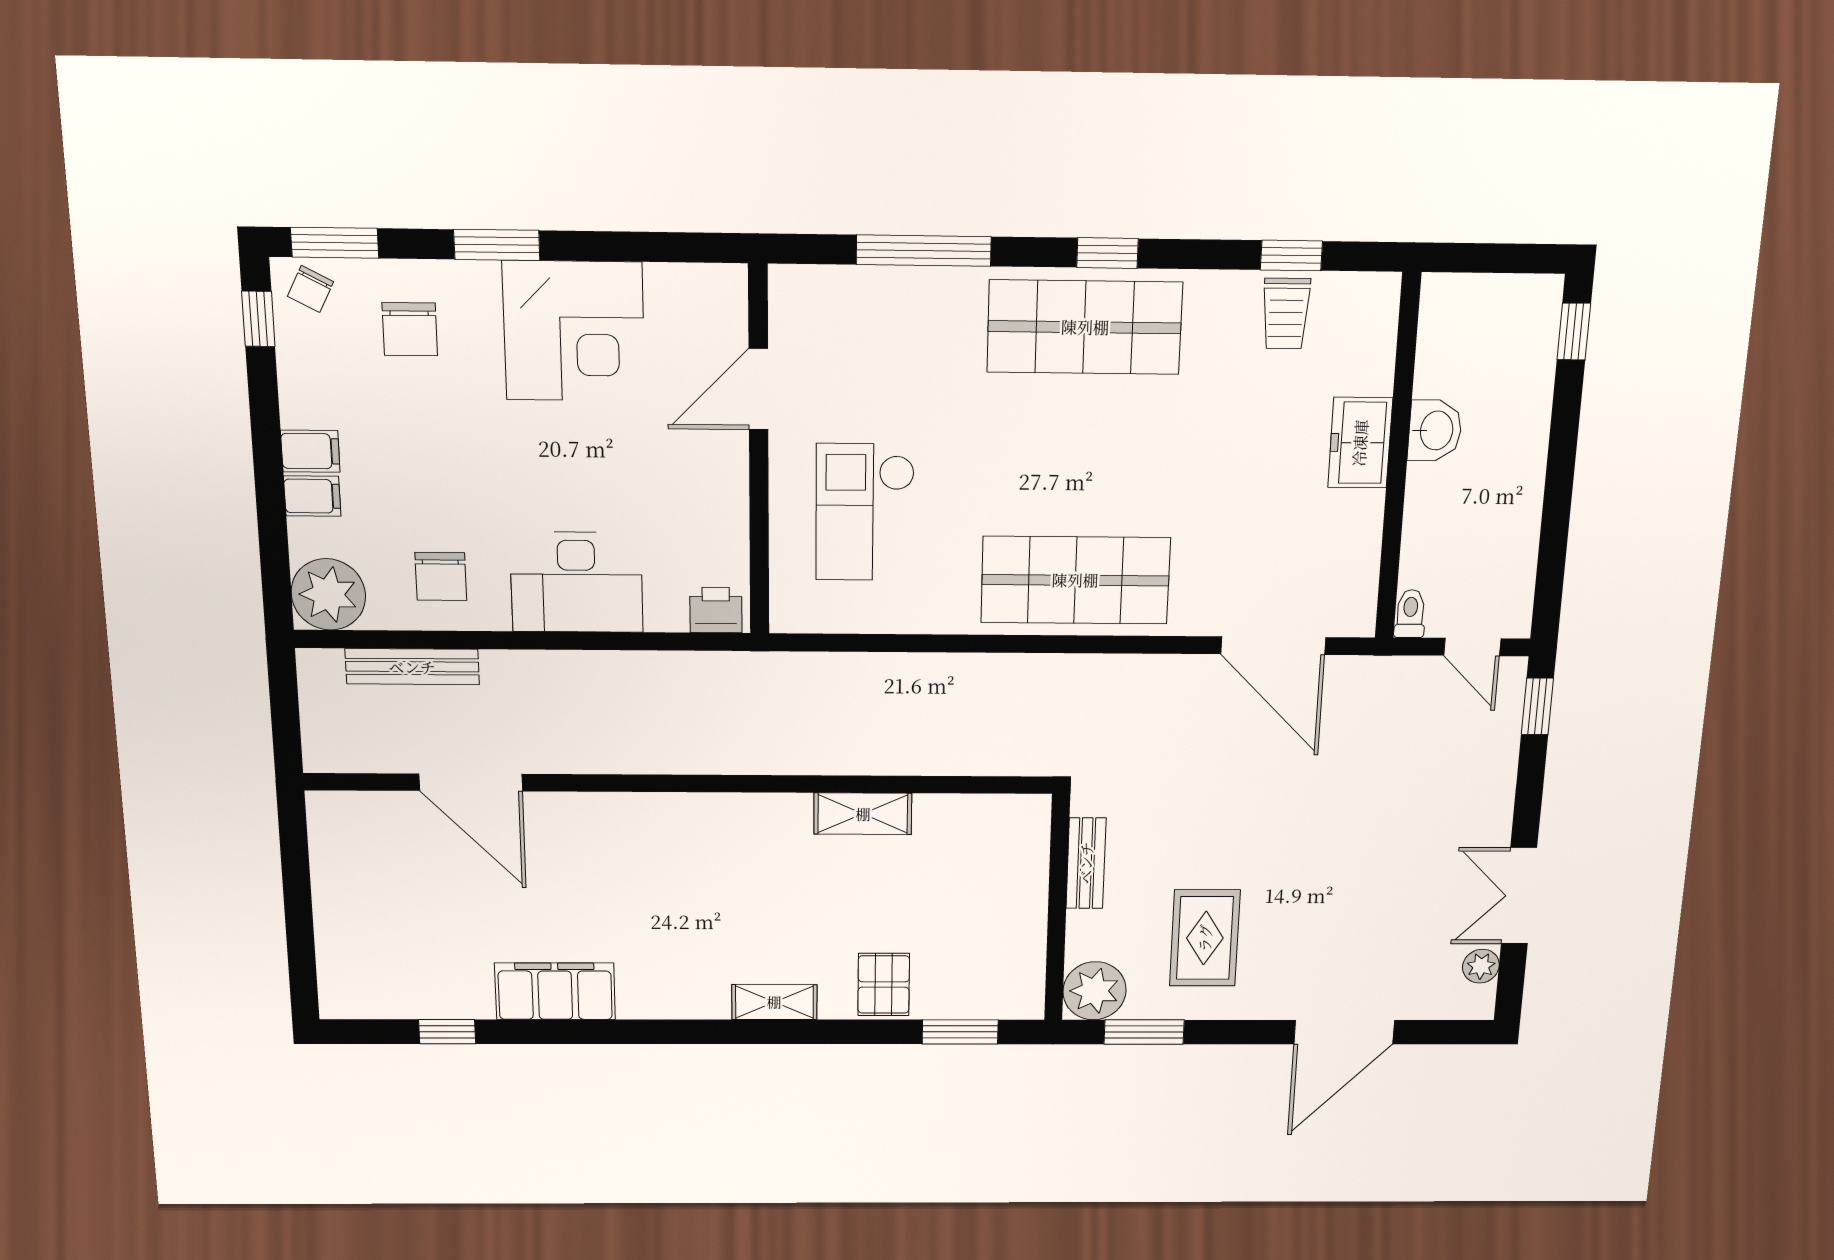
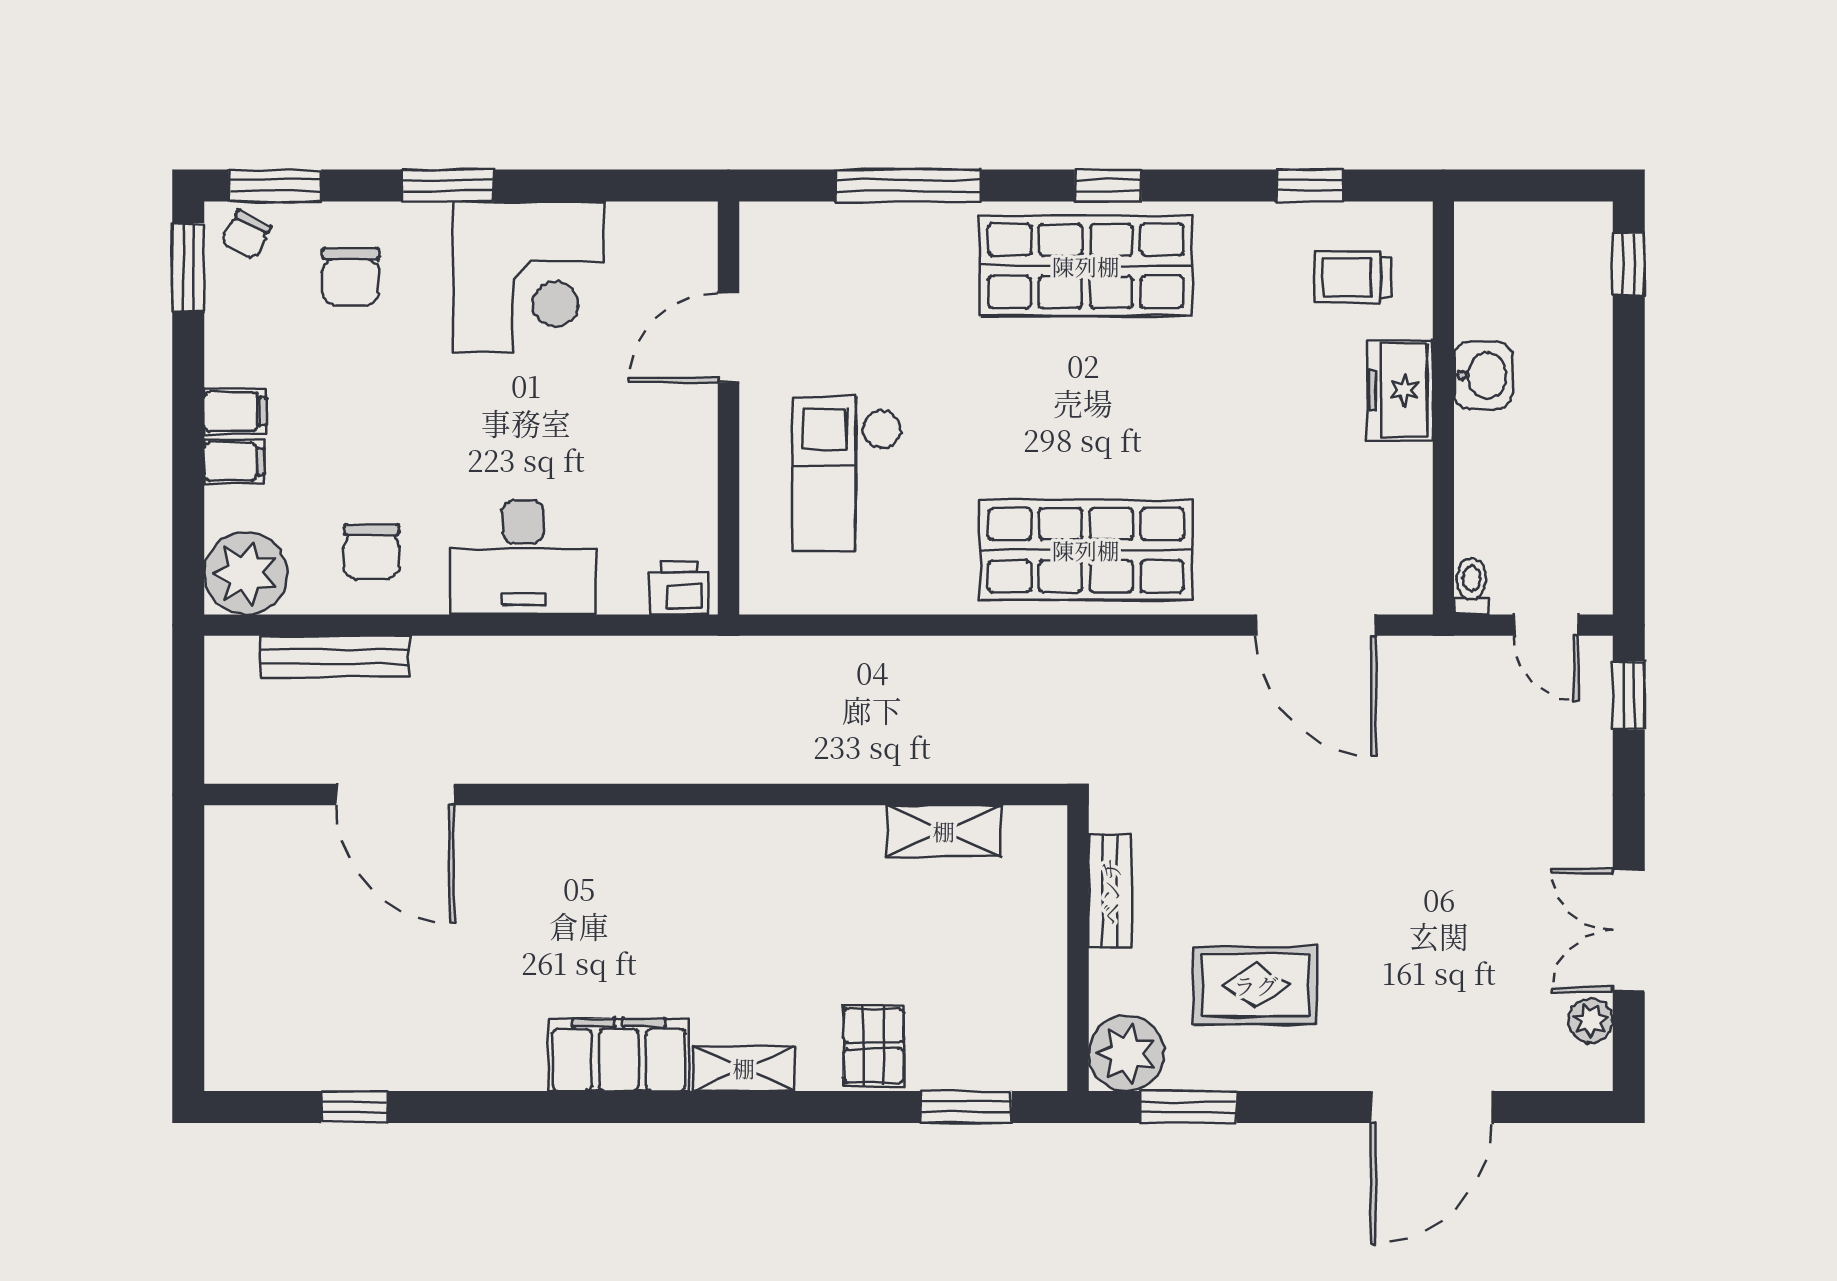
trolley: (1286, 313) -> (1353, 277), moved, turned 90
window: (258, 319) -> (188, 268), width x1.50
shelving: (863, 814) -> (944, 831), moved
rug: (1205, 938) -> (1256, 985), turned 90
filing cabinet: (555, 991) -> (619, 1055), moved

